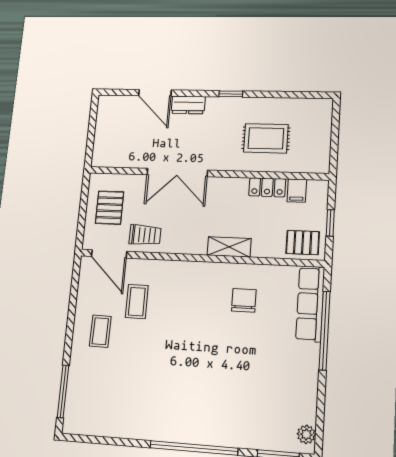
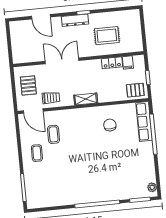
dresser: (188, 105) -> (75, 20), moved, width x1.44
double door: (177, 172) -> (62, 61), swing flipped
shelving: (229, 247) -> (86, 99), moved

